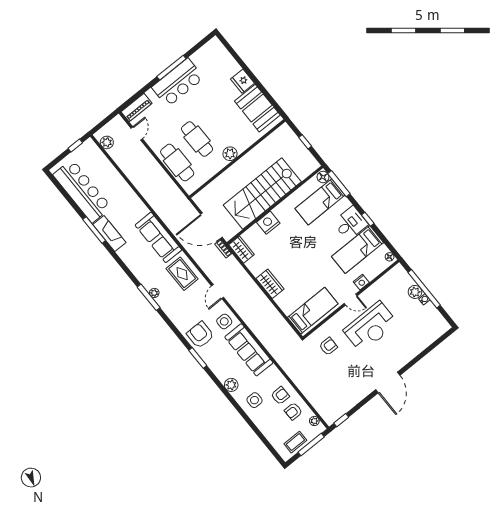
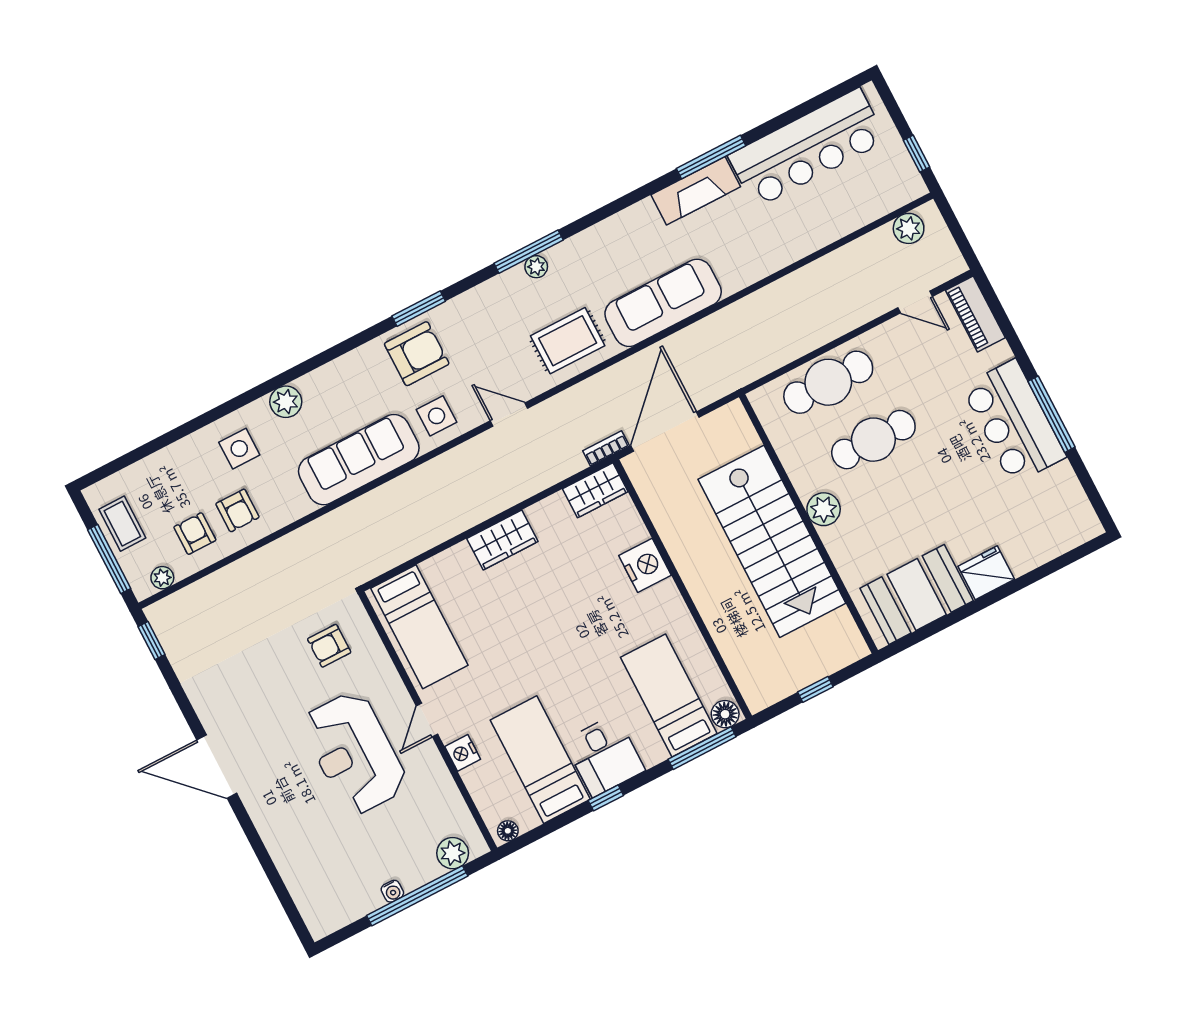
stairs: (262, 193) -> (772, 541), moved, turned 180
plant: (415, 292) -> (453, 853), moved
armchair: (328, 346) -> (329, 646), turned 90
window: (198, 358) -> (419, 309), moved

